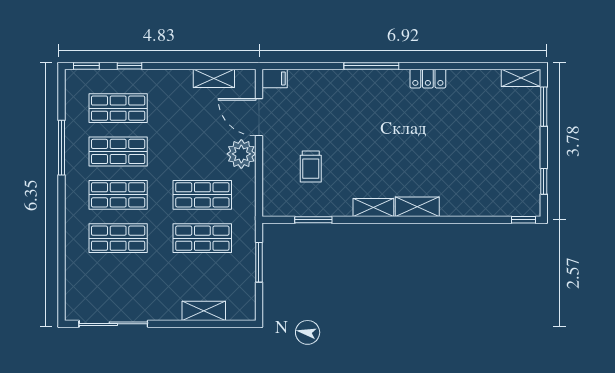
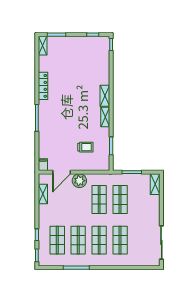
locker: (428, 79) -> (43, 86), width x1.53
shelving: (204, 311) -> (155, 184), moved

